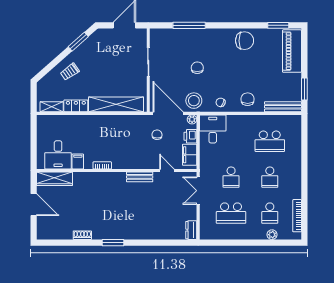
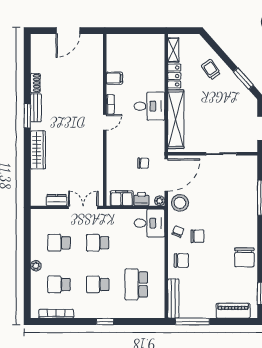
piano: (292, 51) -> (233, 311), width x0.73, depth x0.75
chair: (197, 68) -> (197, 236), moved
window: (304, 89) -> (192, 322), width x1.44
desk: (58, 155) -> (149, 106), moved, turned 180
door: (167, 170) -> (105, 122), moved
window: (304, 170) -> (105, 322), added
bench: (140, 177) -> (36, 108), moved
wardrobe: (54, 179) -> (38, 150), moved, turned 180
school desk: (231, 213) -> (59, 243), width x0.54
dresser: (191, 230) -> (57, 200), moved
plant: (272, 235) -> (36, 266), moved

